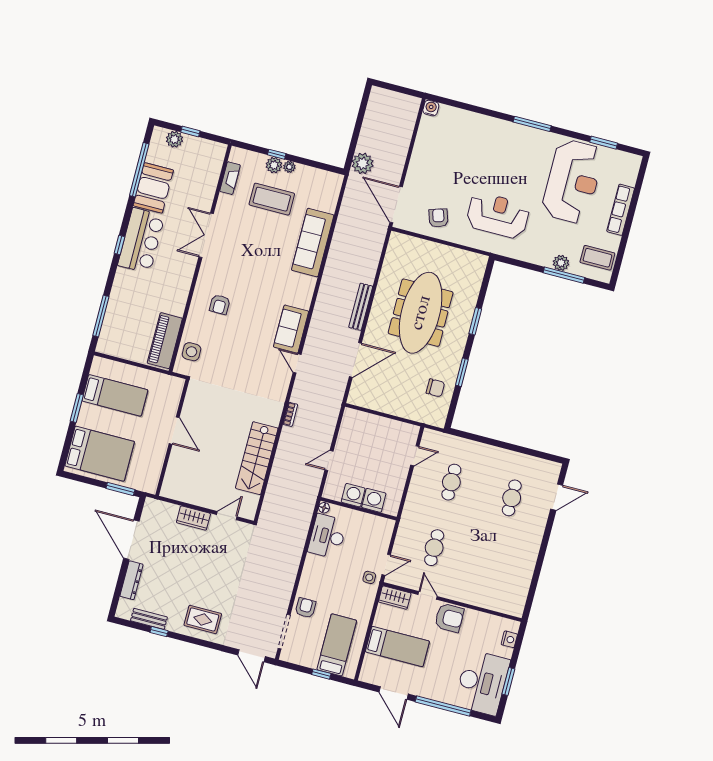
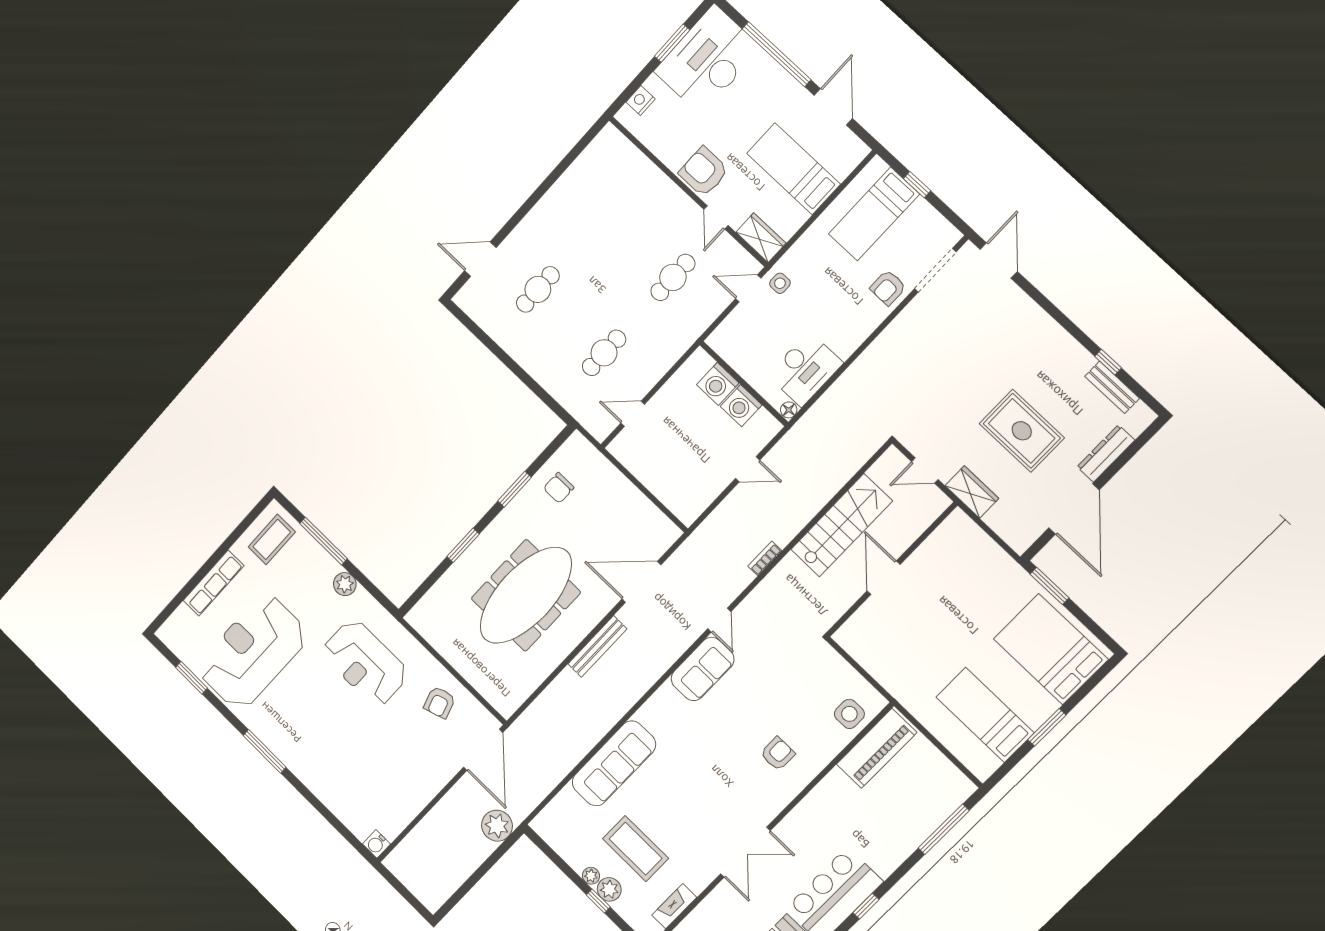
coffee table: (597, 258) -> (272, 539), turned 90
plant: (561, 263) -> (345, 584), moved
chair: (435, 388) -> (559, 488), turned -90
door: (174, 431) -> (884, 578), moved
wall: (172, 438) -> (891, 570), moved
rug: (203, 619) -> (1022, 431), moved, width x1.36, depth x1.43

